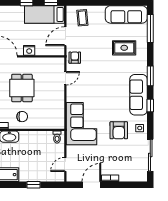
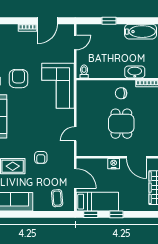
door: (65, 36) -> (75, 178), hinge flipped
armchair: (75, 58) -> (41, 157), moved

